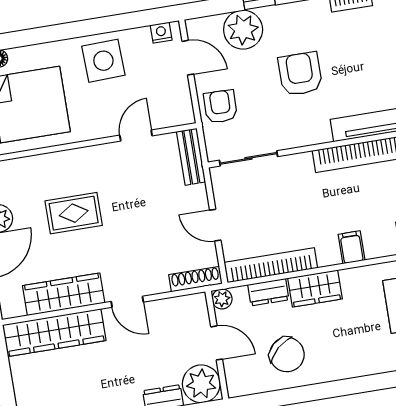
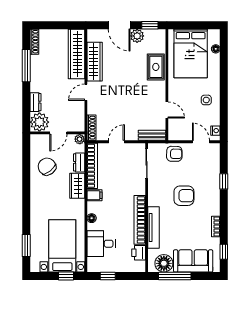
plant: (243, 30) -> (210, 171), removed
door: (188, 58) -> (201, 142), swing flipped
side table: (103, 61) -> (206, 100), width x0.54, depth x0.54
rug: (74, 213) -> (156, 67), moved
filing cabinet: (352, 247) -> (95, 195), moved
floor lamp: (375, 249) -> (92, 218), added
chair: (287, 355) -> (47, 167), turned 94

